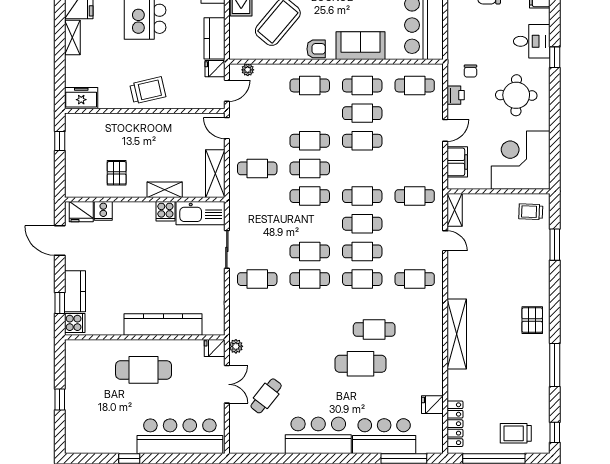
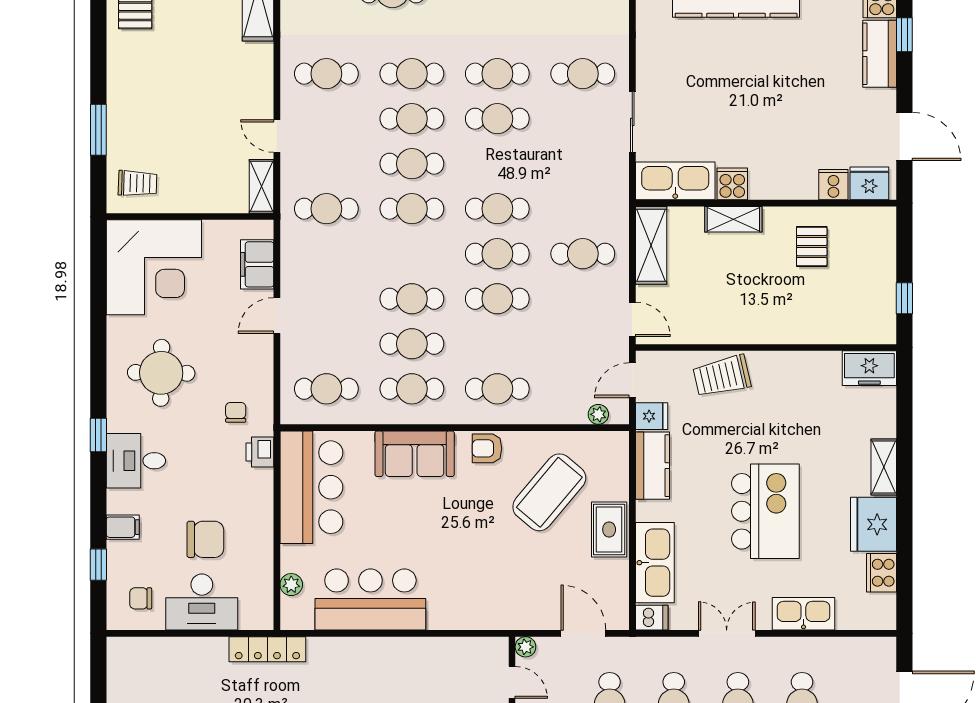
trolley: (148, 90) -> (722, 376), moved
printer: (456, 95) -> (260, 452), moved

